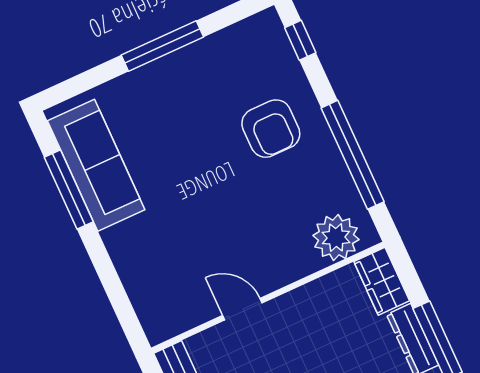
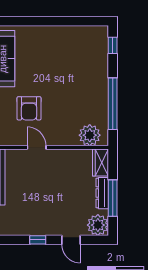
window: (162, 46) -> (54, 21), removed
armchair: (271, 129) -> (29, 108), moved

